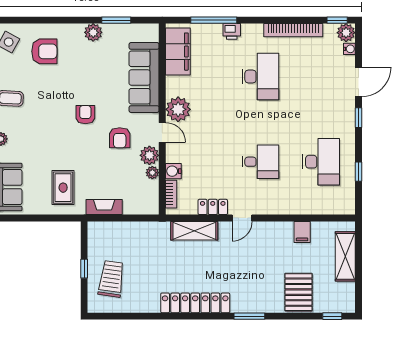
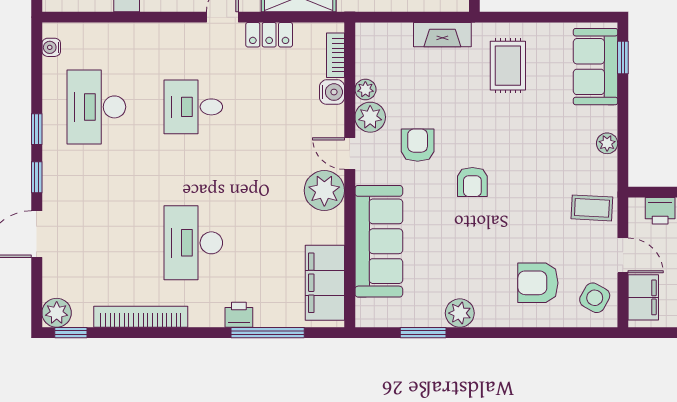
water cooler: (349, 49) -> (51, 47), moved
window: (358, 172) -> (37, 129), moved

